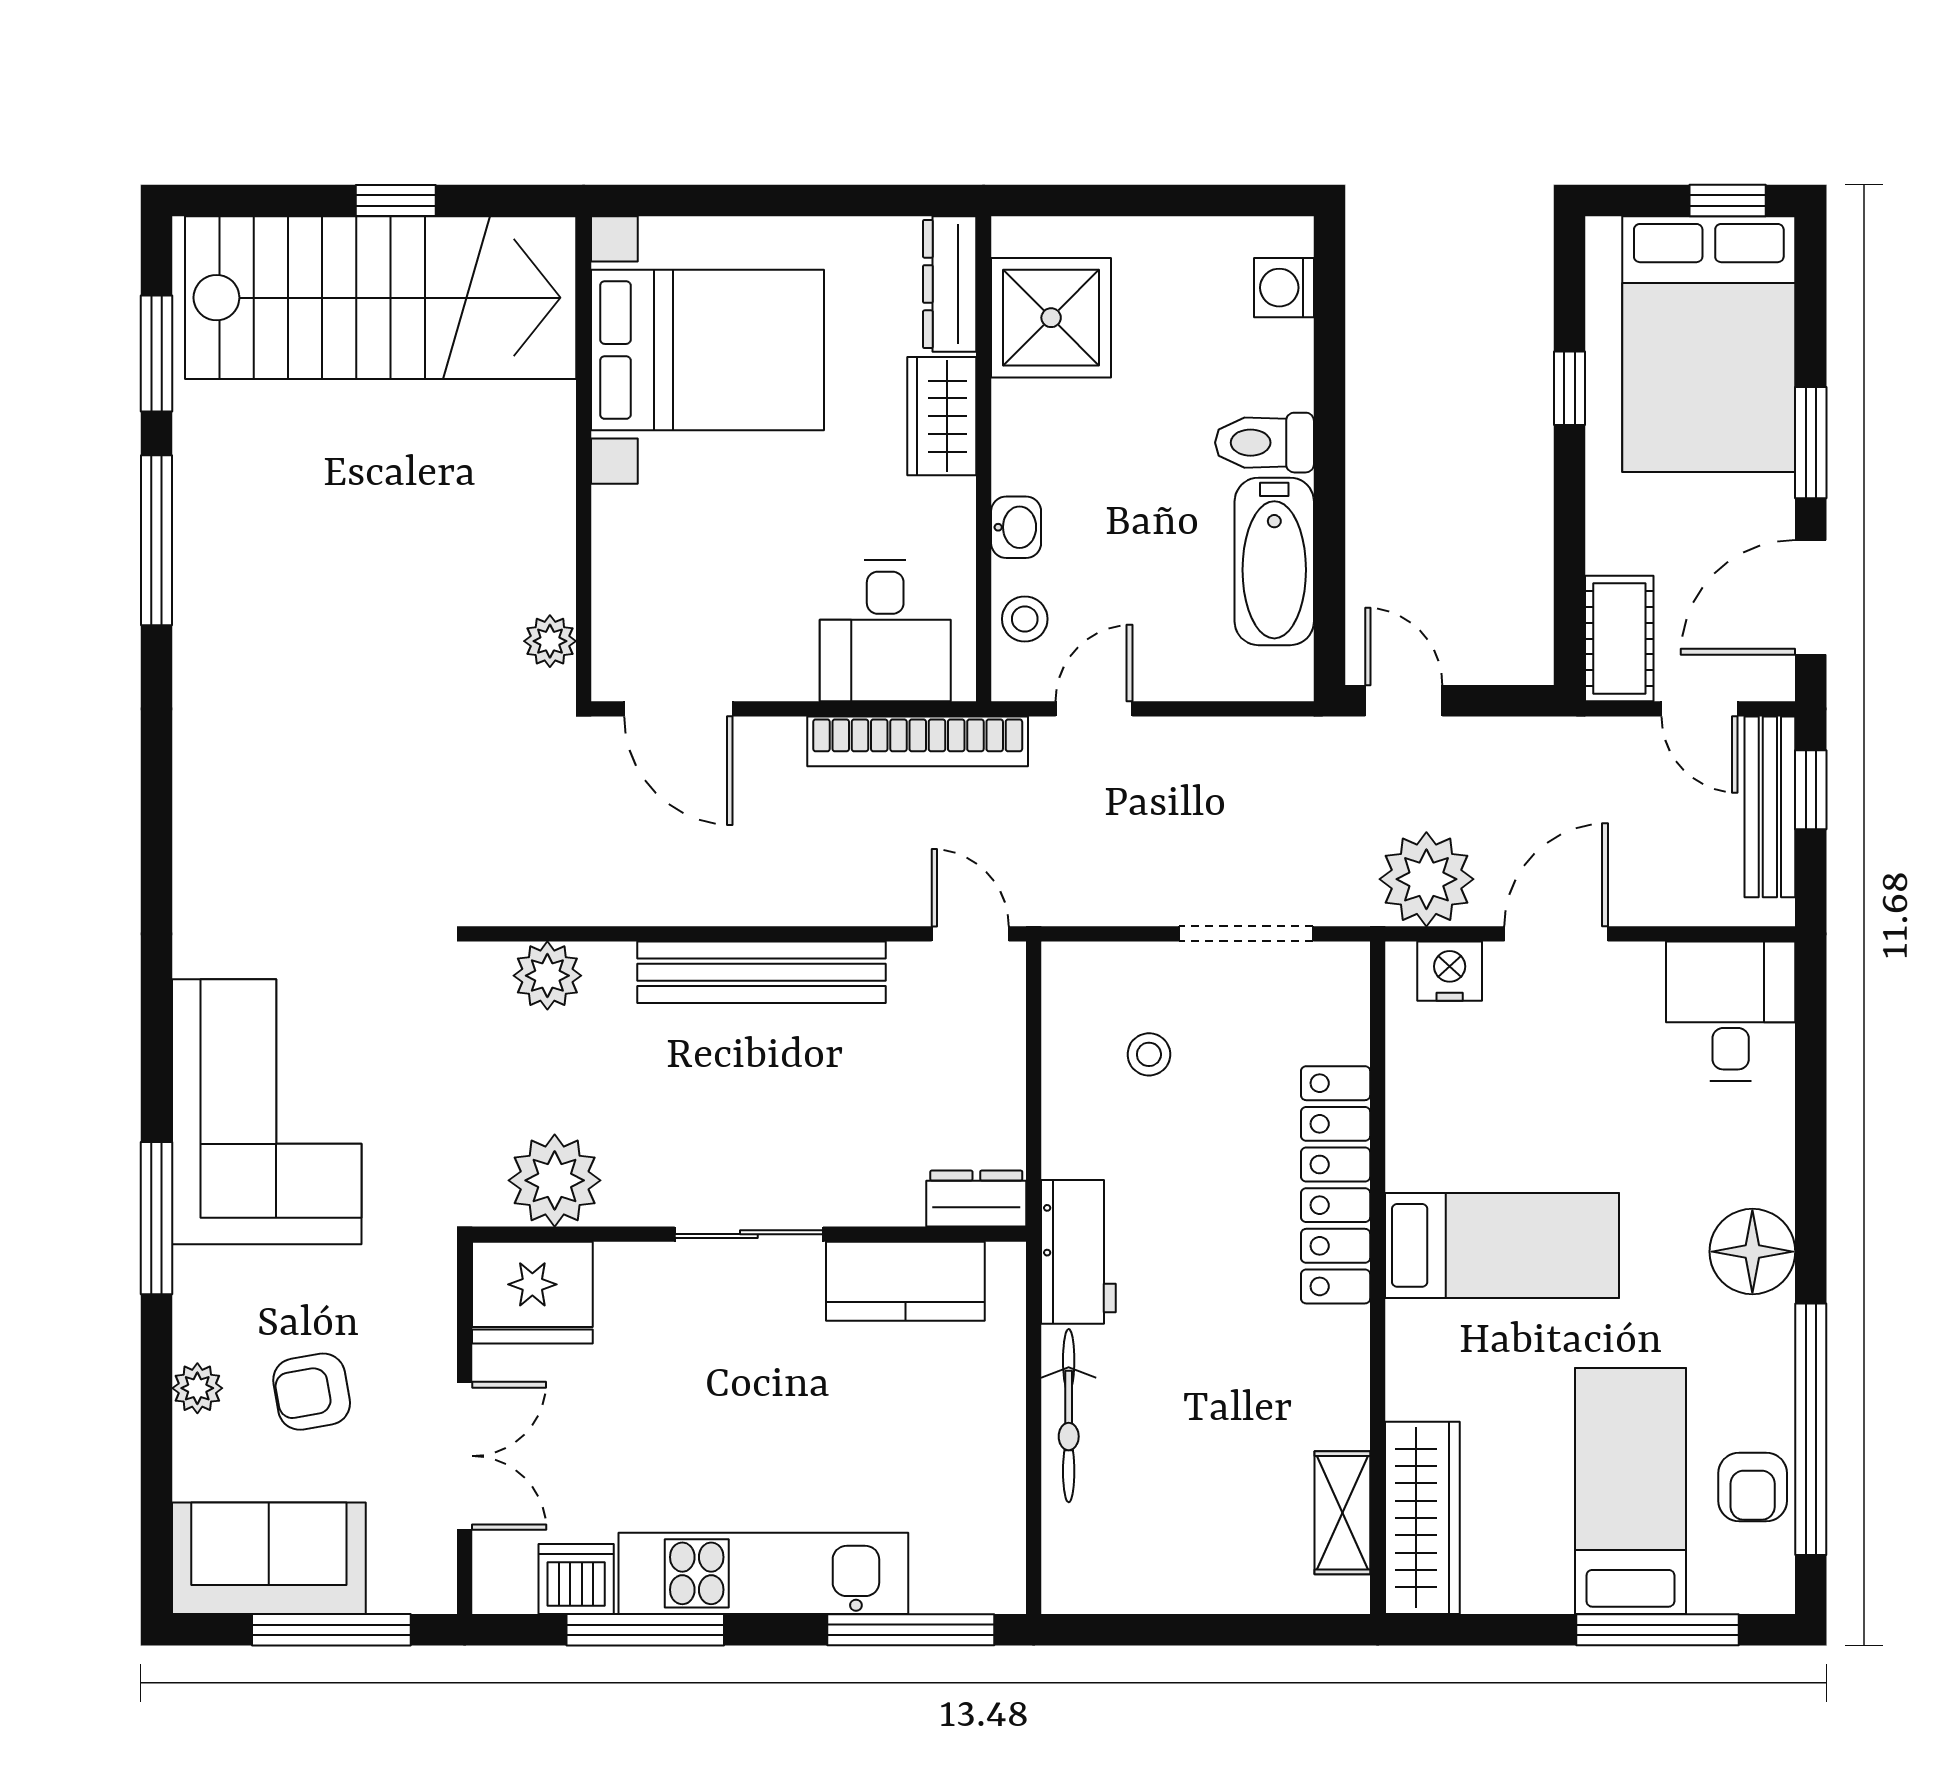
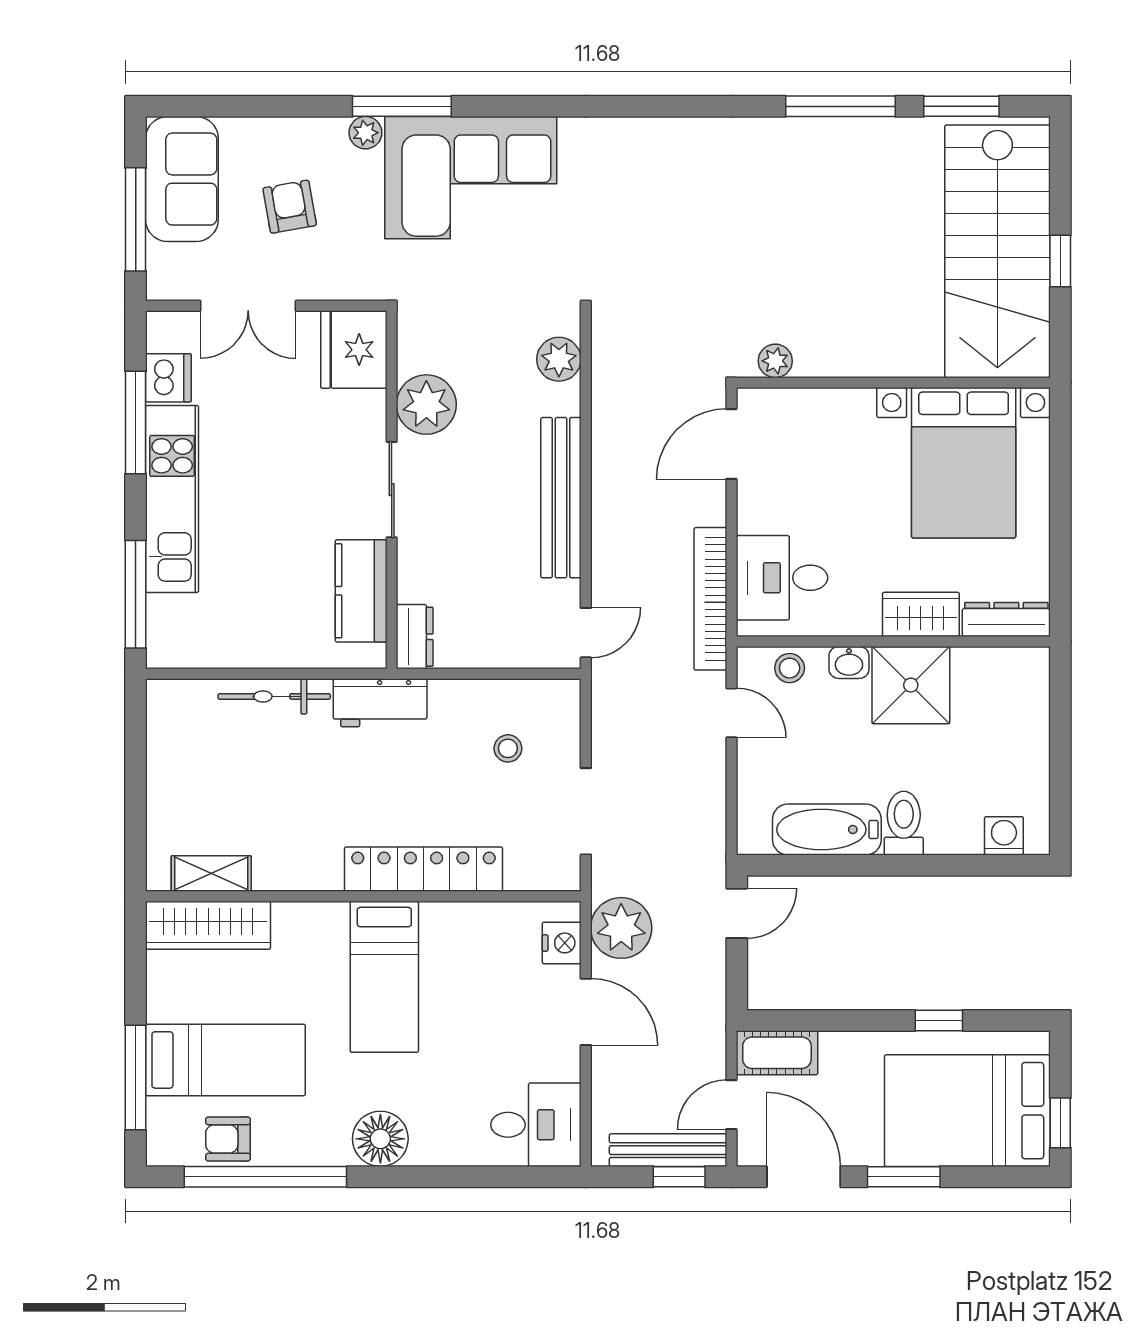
shower: (1051, 318) -> (911, 685), moved
plant: (555, 1180) -> (426, 405), moved
plant: (197, 1388) -> (365, 133), moved

